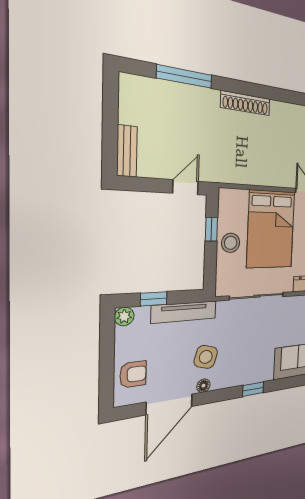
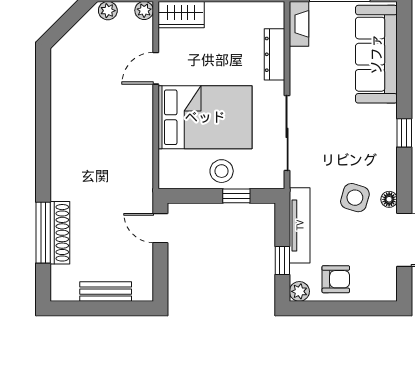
shoe rack: (246, 103) -> (60, 233), moved
bench: (127, 151) -> (106, 292), moved
window: (211, 229) -> (236, 196), moved
armchair: (133, 374) -> (336, 279), moved, turned 90

